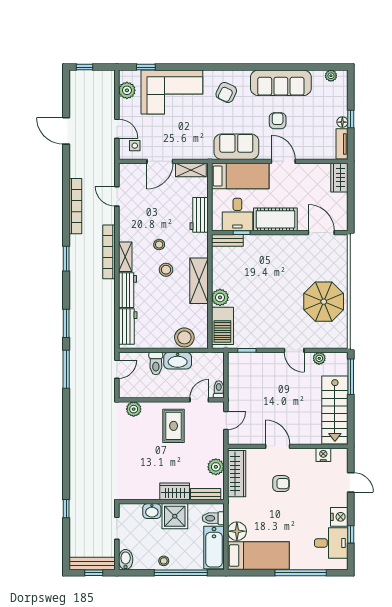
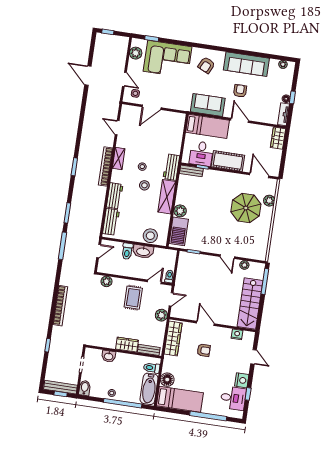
shelving: (191, 170) -> (173, 117), removed
bookcase: (75, 206) -> (60, 306), moved
workbench: (199, 215) -> (171, 167), moved
shelving: (125, 257) -> (119, 158), moved
plant: (340, 265) -> (269, 201), added
parasol: (324, 302) -> (246, 208), moved
plant: (216, 467) -> (161, 315), moved
shower: (175, 516) -> (124, 362), removed

